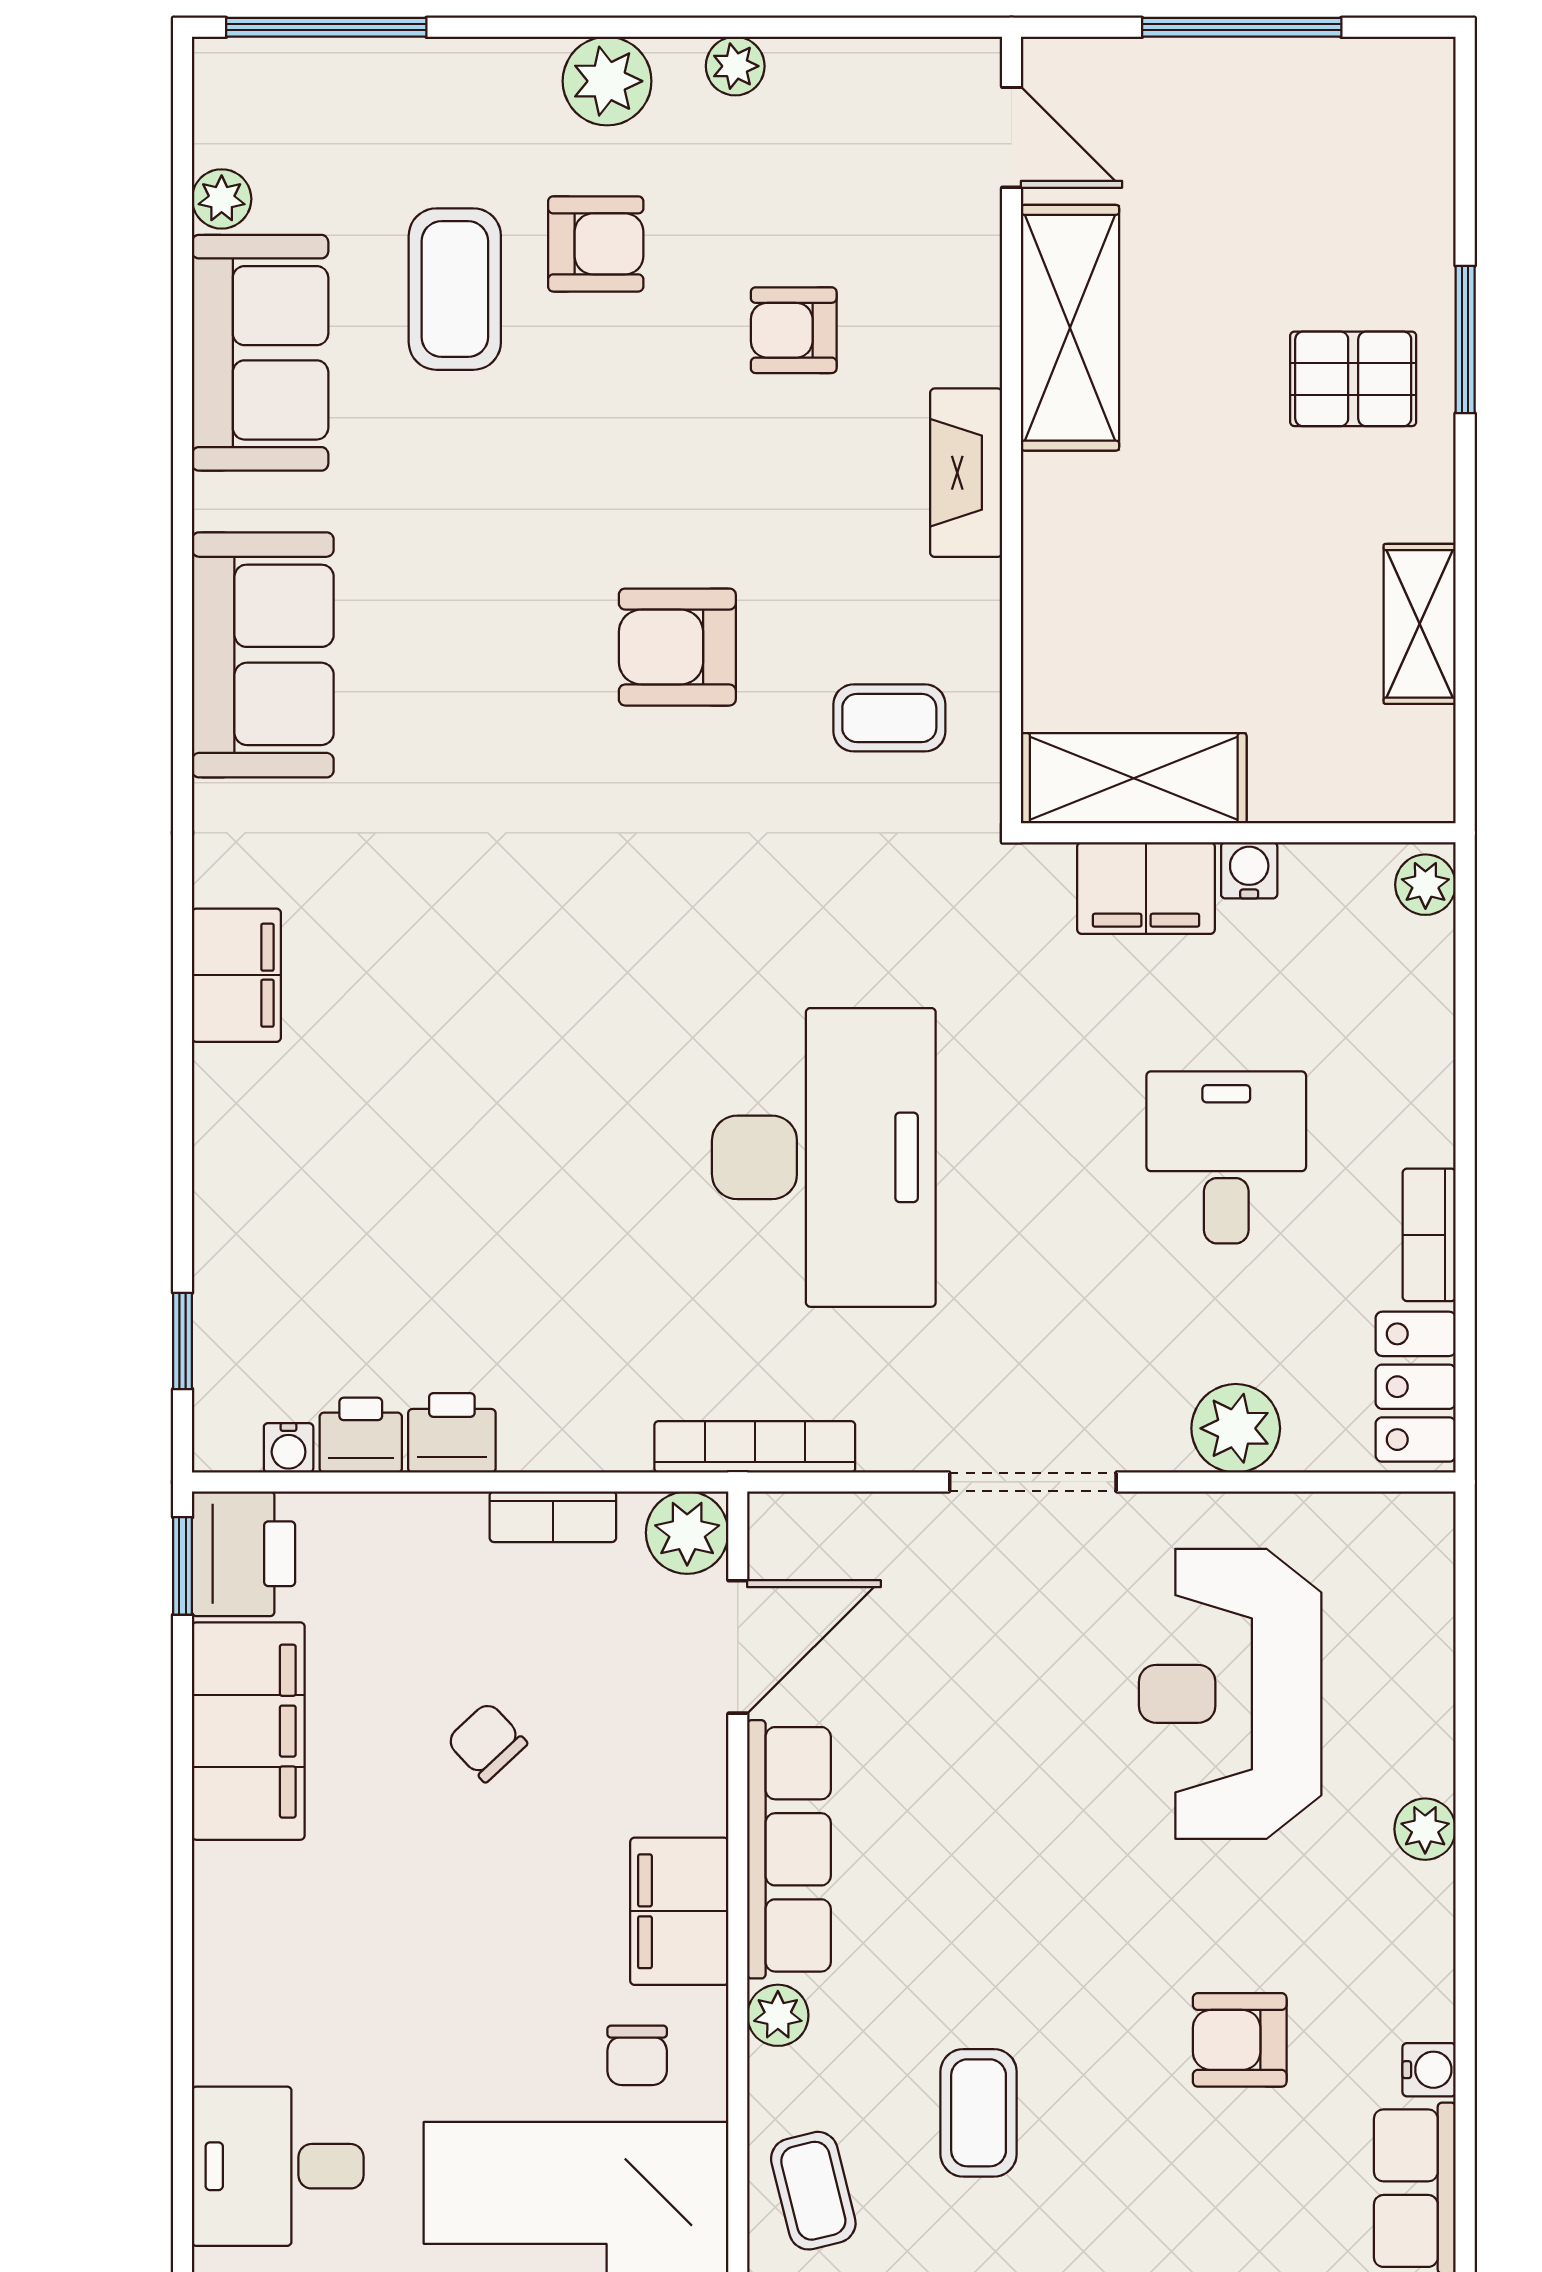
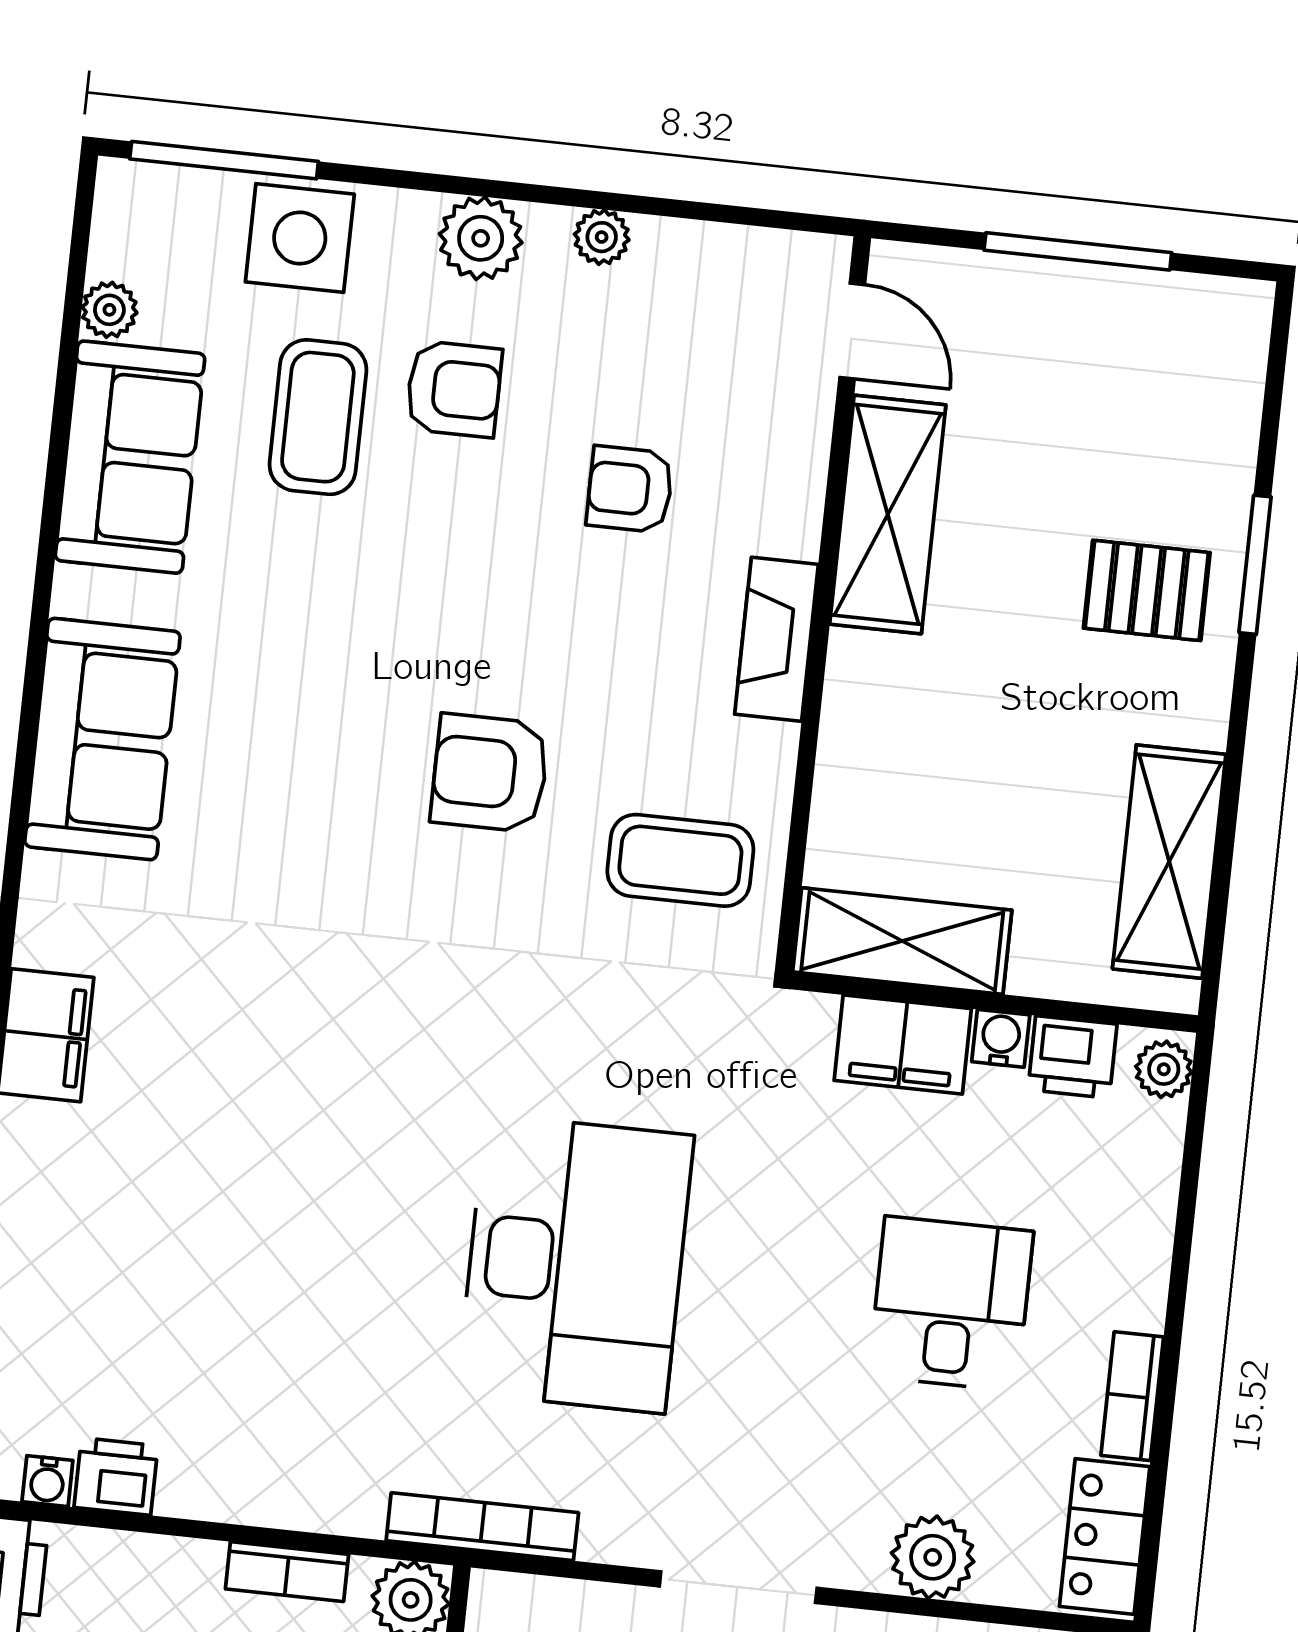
side table: (415, 101) -> (300, 238), added
shelving: (1420, 624) -> (1169, 862), width x1.50, depth x1.33
coffee table: (889, 718) -> (680, 860), width x1.36, depth x1.30
printer: (452, 1433) -> (1072, 1057), moved, turned 180

